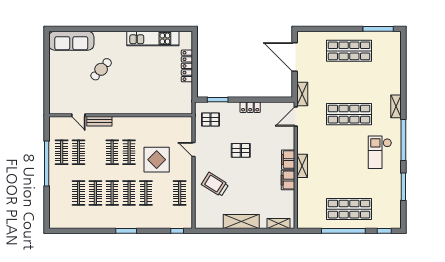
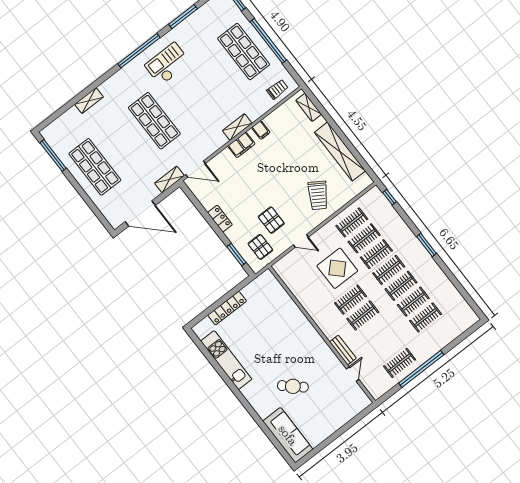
door: (295, 57) -> (140, 213), hinge flipped
shelving: (396, 106) -> (89, 101), moved
door: (194, 150) -> (301, 241), hinge flipped
pallet: (241, 150) -> (271, 220), moved
clothes rail: (79, 152) -> (364, 238), moved
checkout: (380, 152) -> (168, 64), turned 180
filing cabinet: (288, 180) -> (261, 130), width x0.50
trolley: (306, 212) -> (277, 89), added
shelving: (241, 222) -> (340, 152), width x1.47

